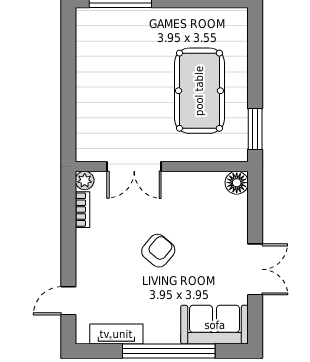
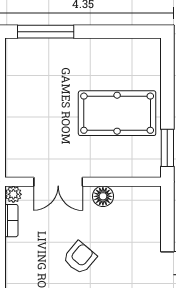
pool table: (199, 91) -> (117, 113), turned 90
floor lamp: (237, 183) -> (103, 196), moved

